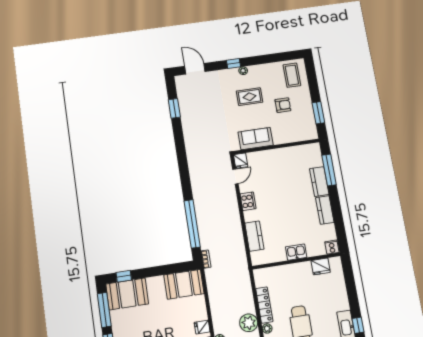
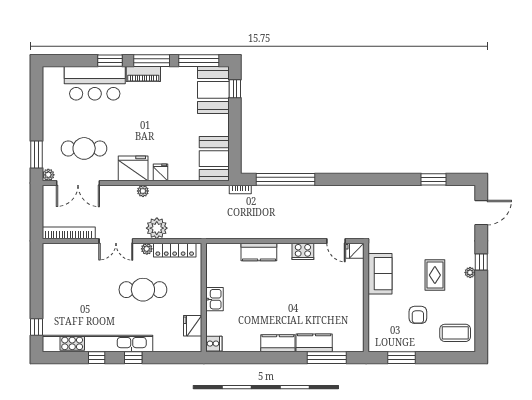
cooker: (332, 247) -> (214, 344), moved
kitchen sink: (296, 252) -> (215, 299), moved
wall: (296, 261) -> (204, 297), moved
fridge: (321, 266) -> (193, 326), moved

